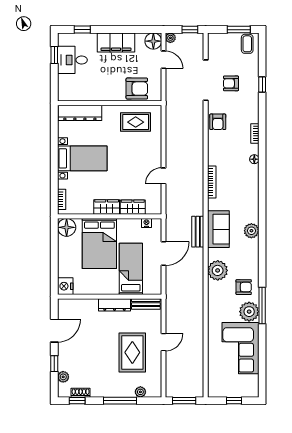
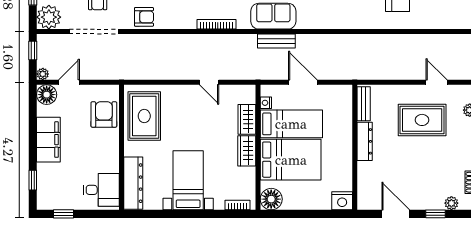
desk: (72, 60) -> (101, 190), moved, turned -90
rug: (136, 122) -> (144, 116), width x1.36, depth x1.43
bed: (131, 269) -> (291, 124), moved, turned 180
plant: (218, 270) -> (49, 17), moved
door: (163, 342) -> (436, 82), moved

